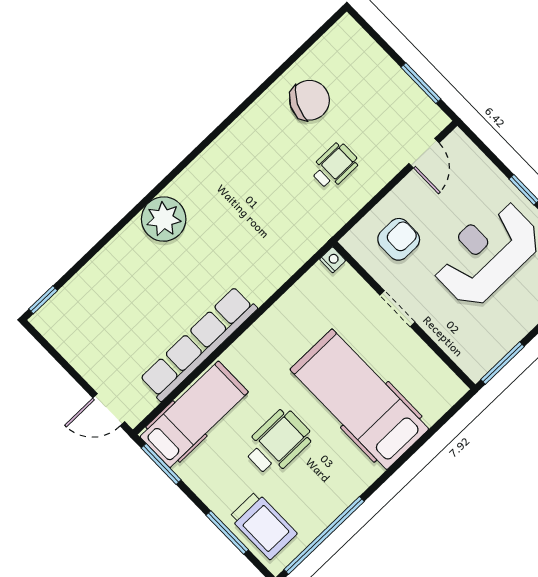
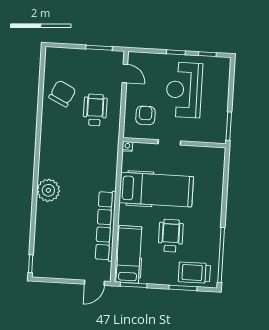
wheelchair: (334, 166) -> (95, 110), width x1.36, depth x1.37
hospital bed: (359, 399) -> (156, 190), moved, turned 180
trolley: (263, 525) -> (194, 273), turned 180

